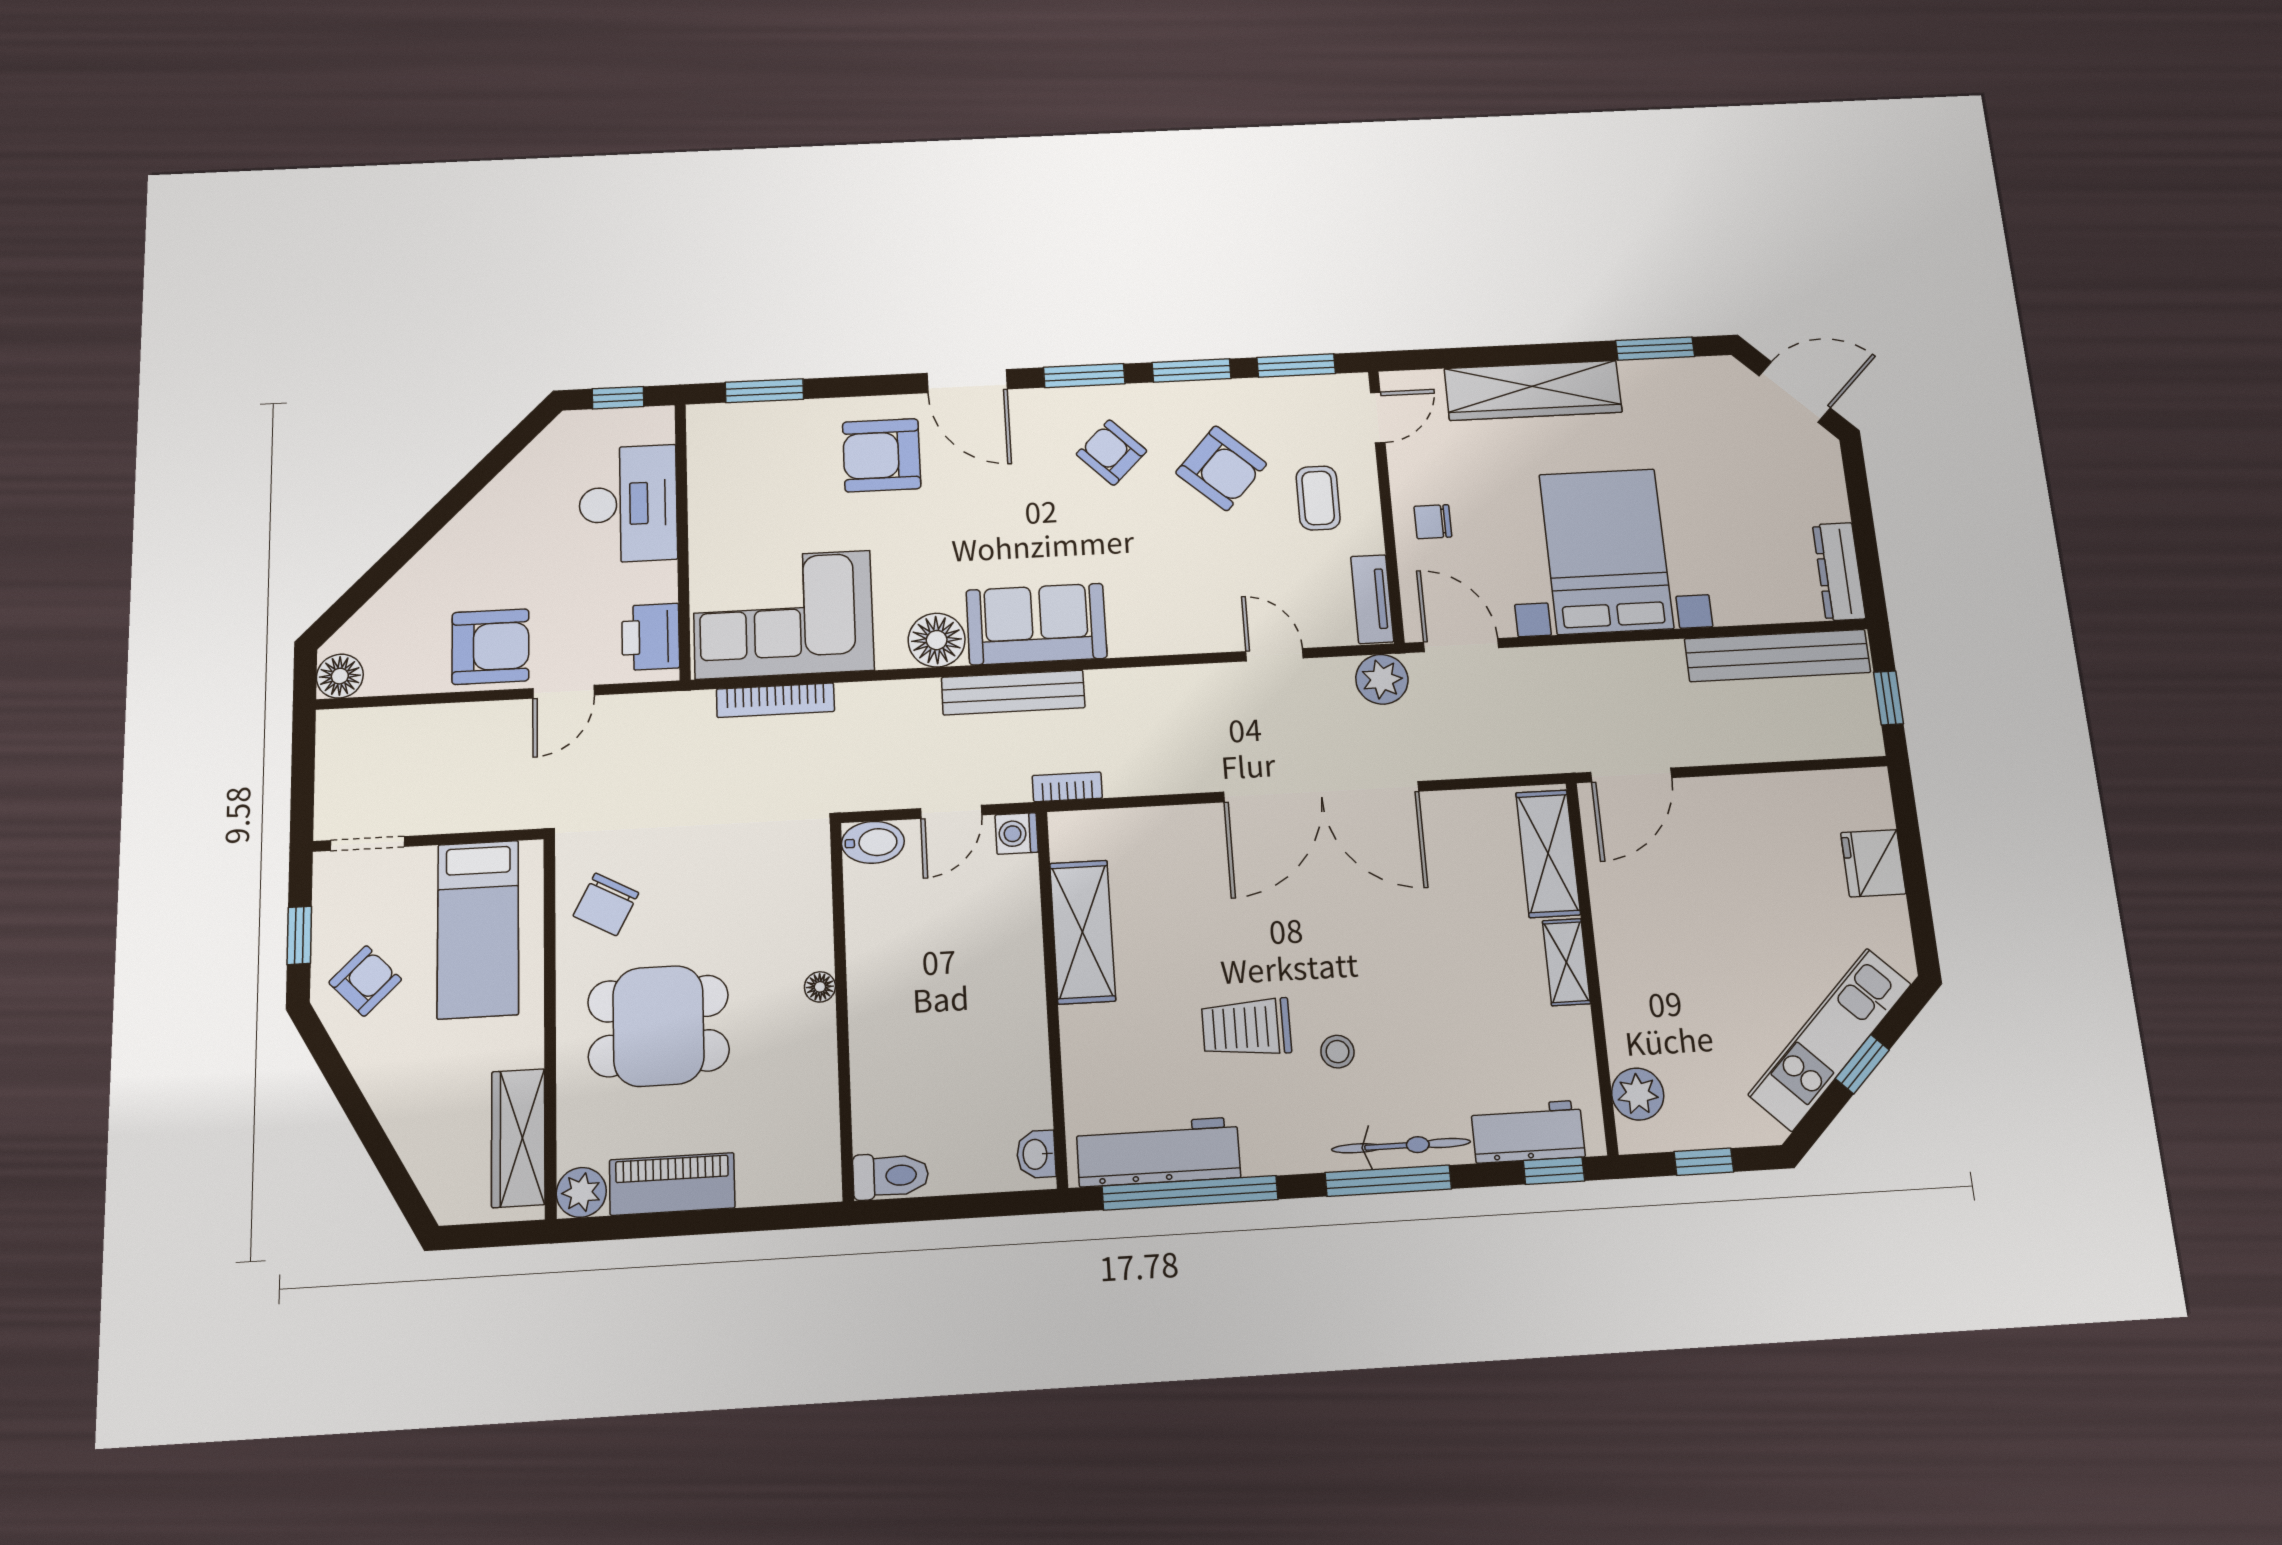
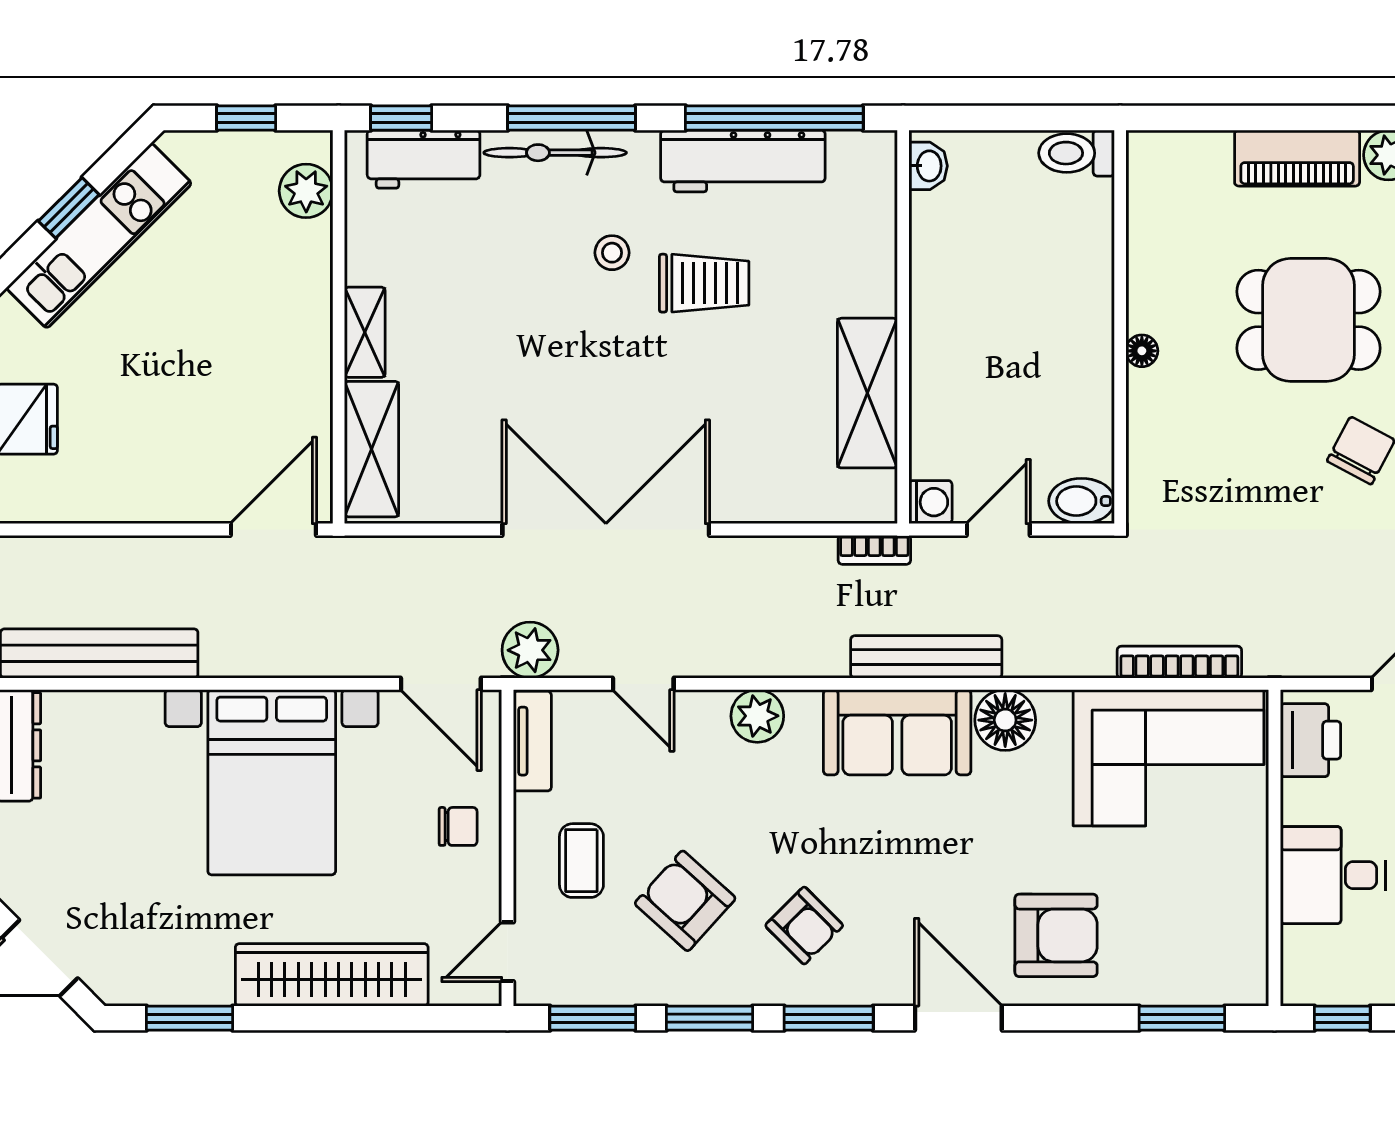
desk: (628, 504) -> (1333, 875), width x0.73
plant: (1167, 632) -> (757, 716), added
workbench: (1158, 1152) -> (743, 161), moved

